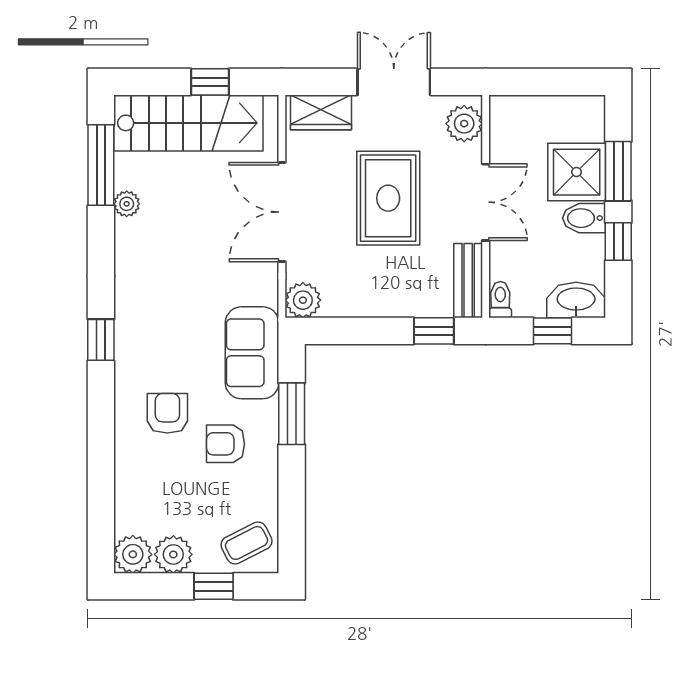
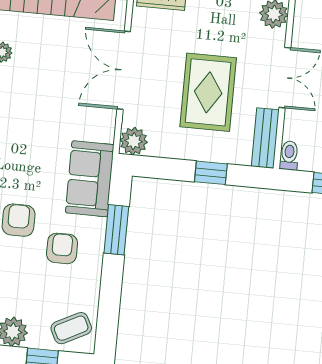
rug: (388, 198) -> (208, 92), moved
window: (434, 331) -> (211, 173), moved
armchair: (225, 444) -> (62, 248), turned 90

